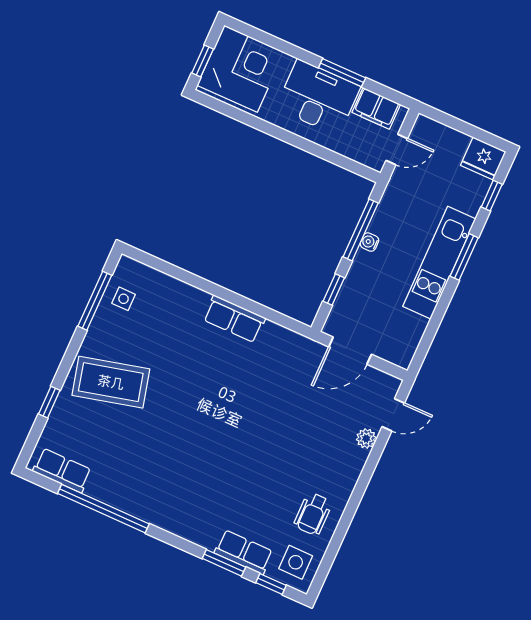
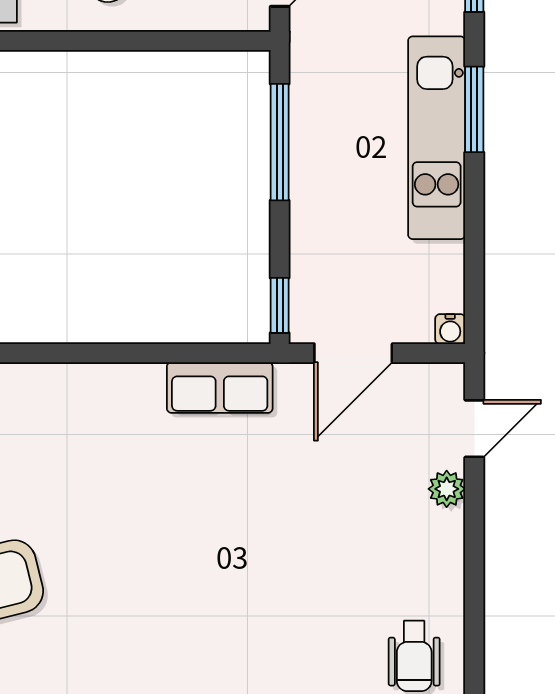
water cooler: (369, 242) -> (450, 329), moved, turned -90
window: (334, 290) -> (280, 305), moved
row of seats: (234, 319) -> (220, 388), moved

